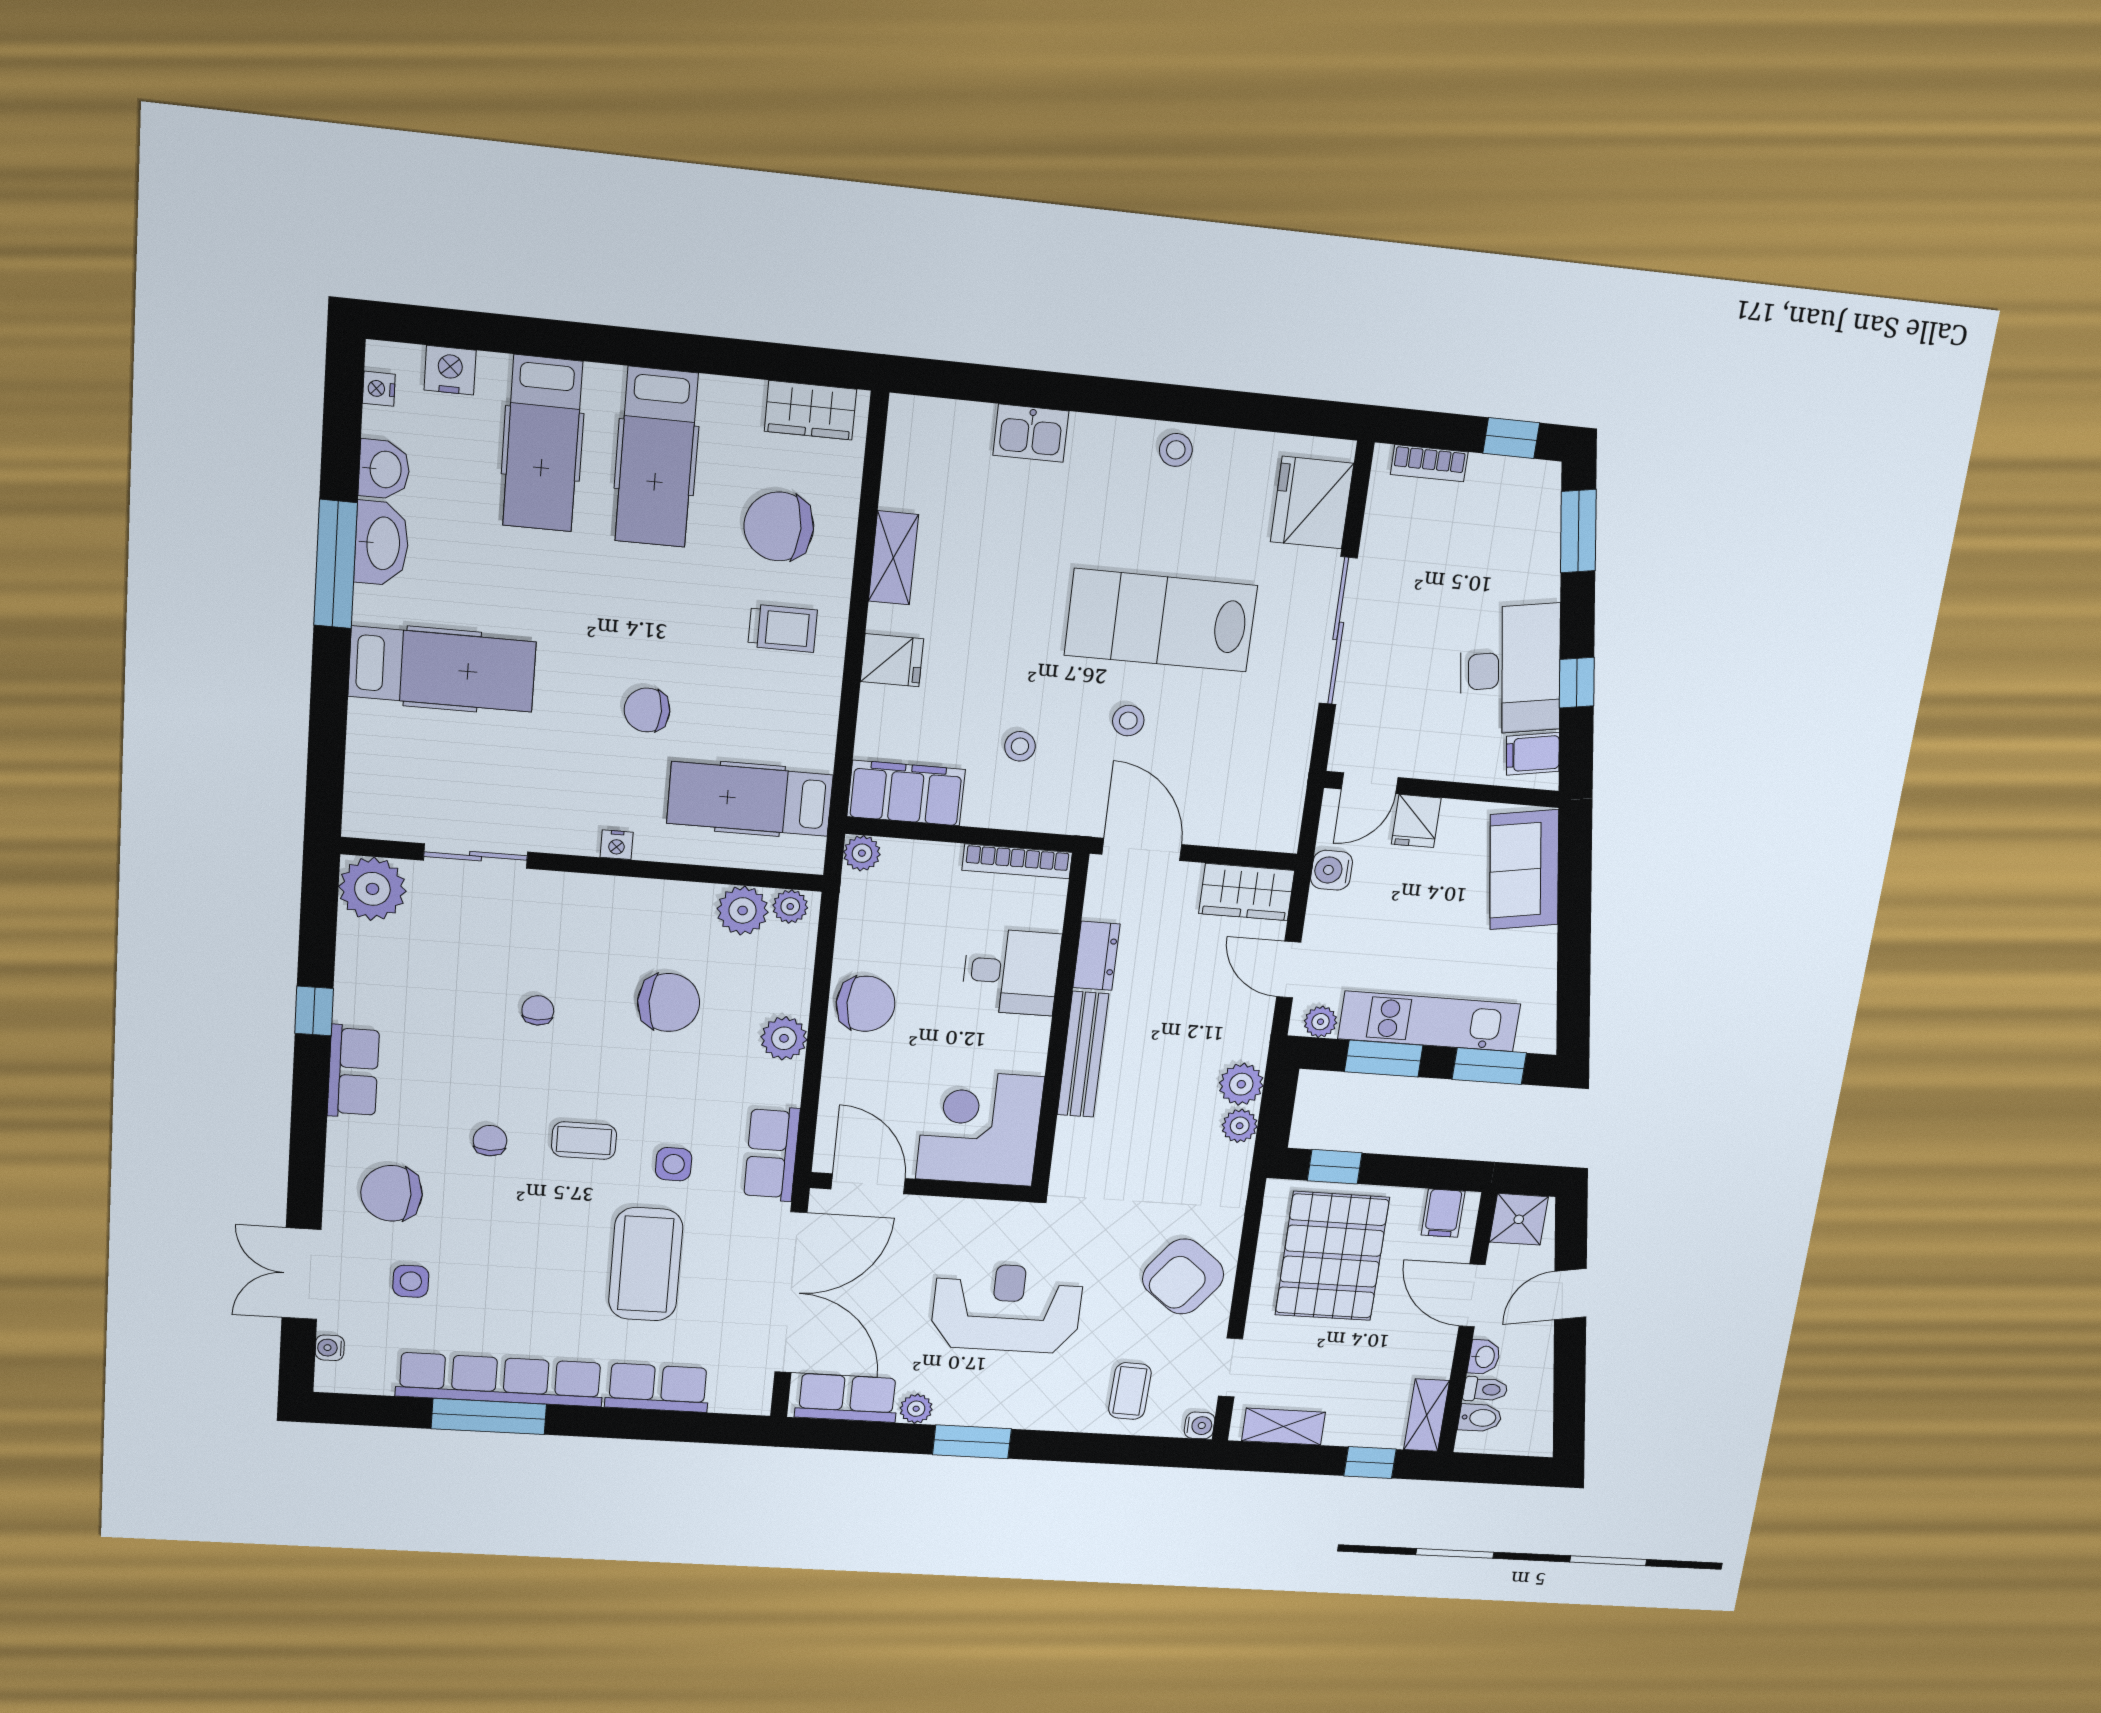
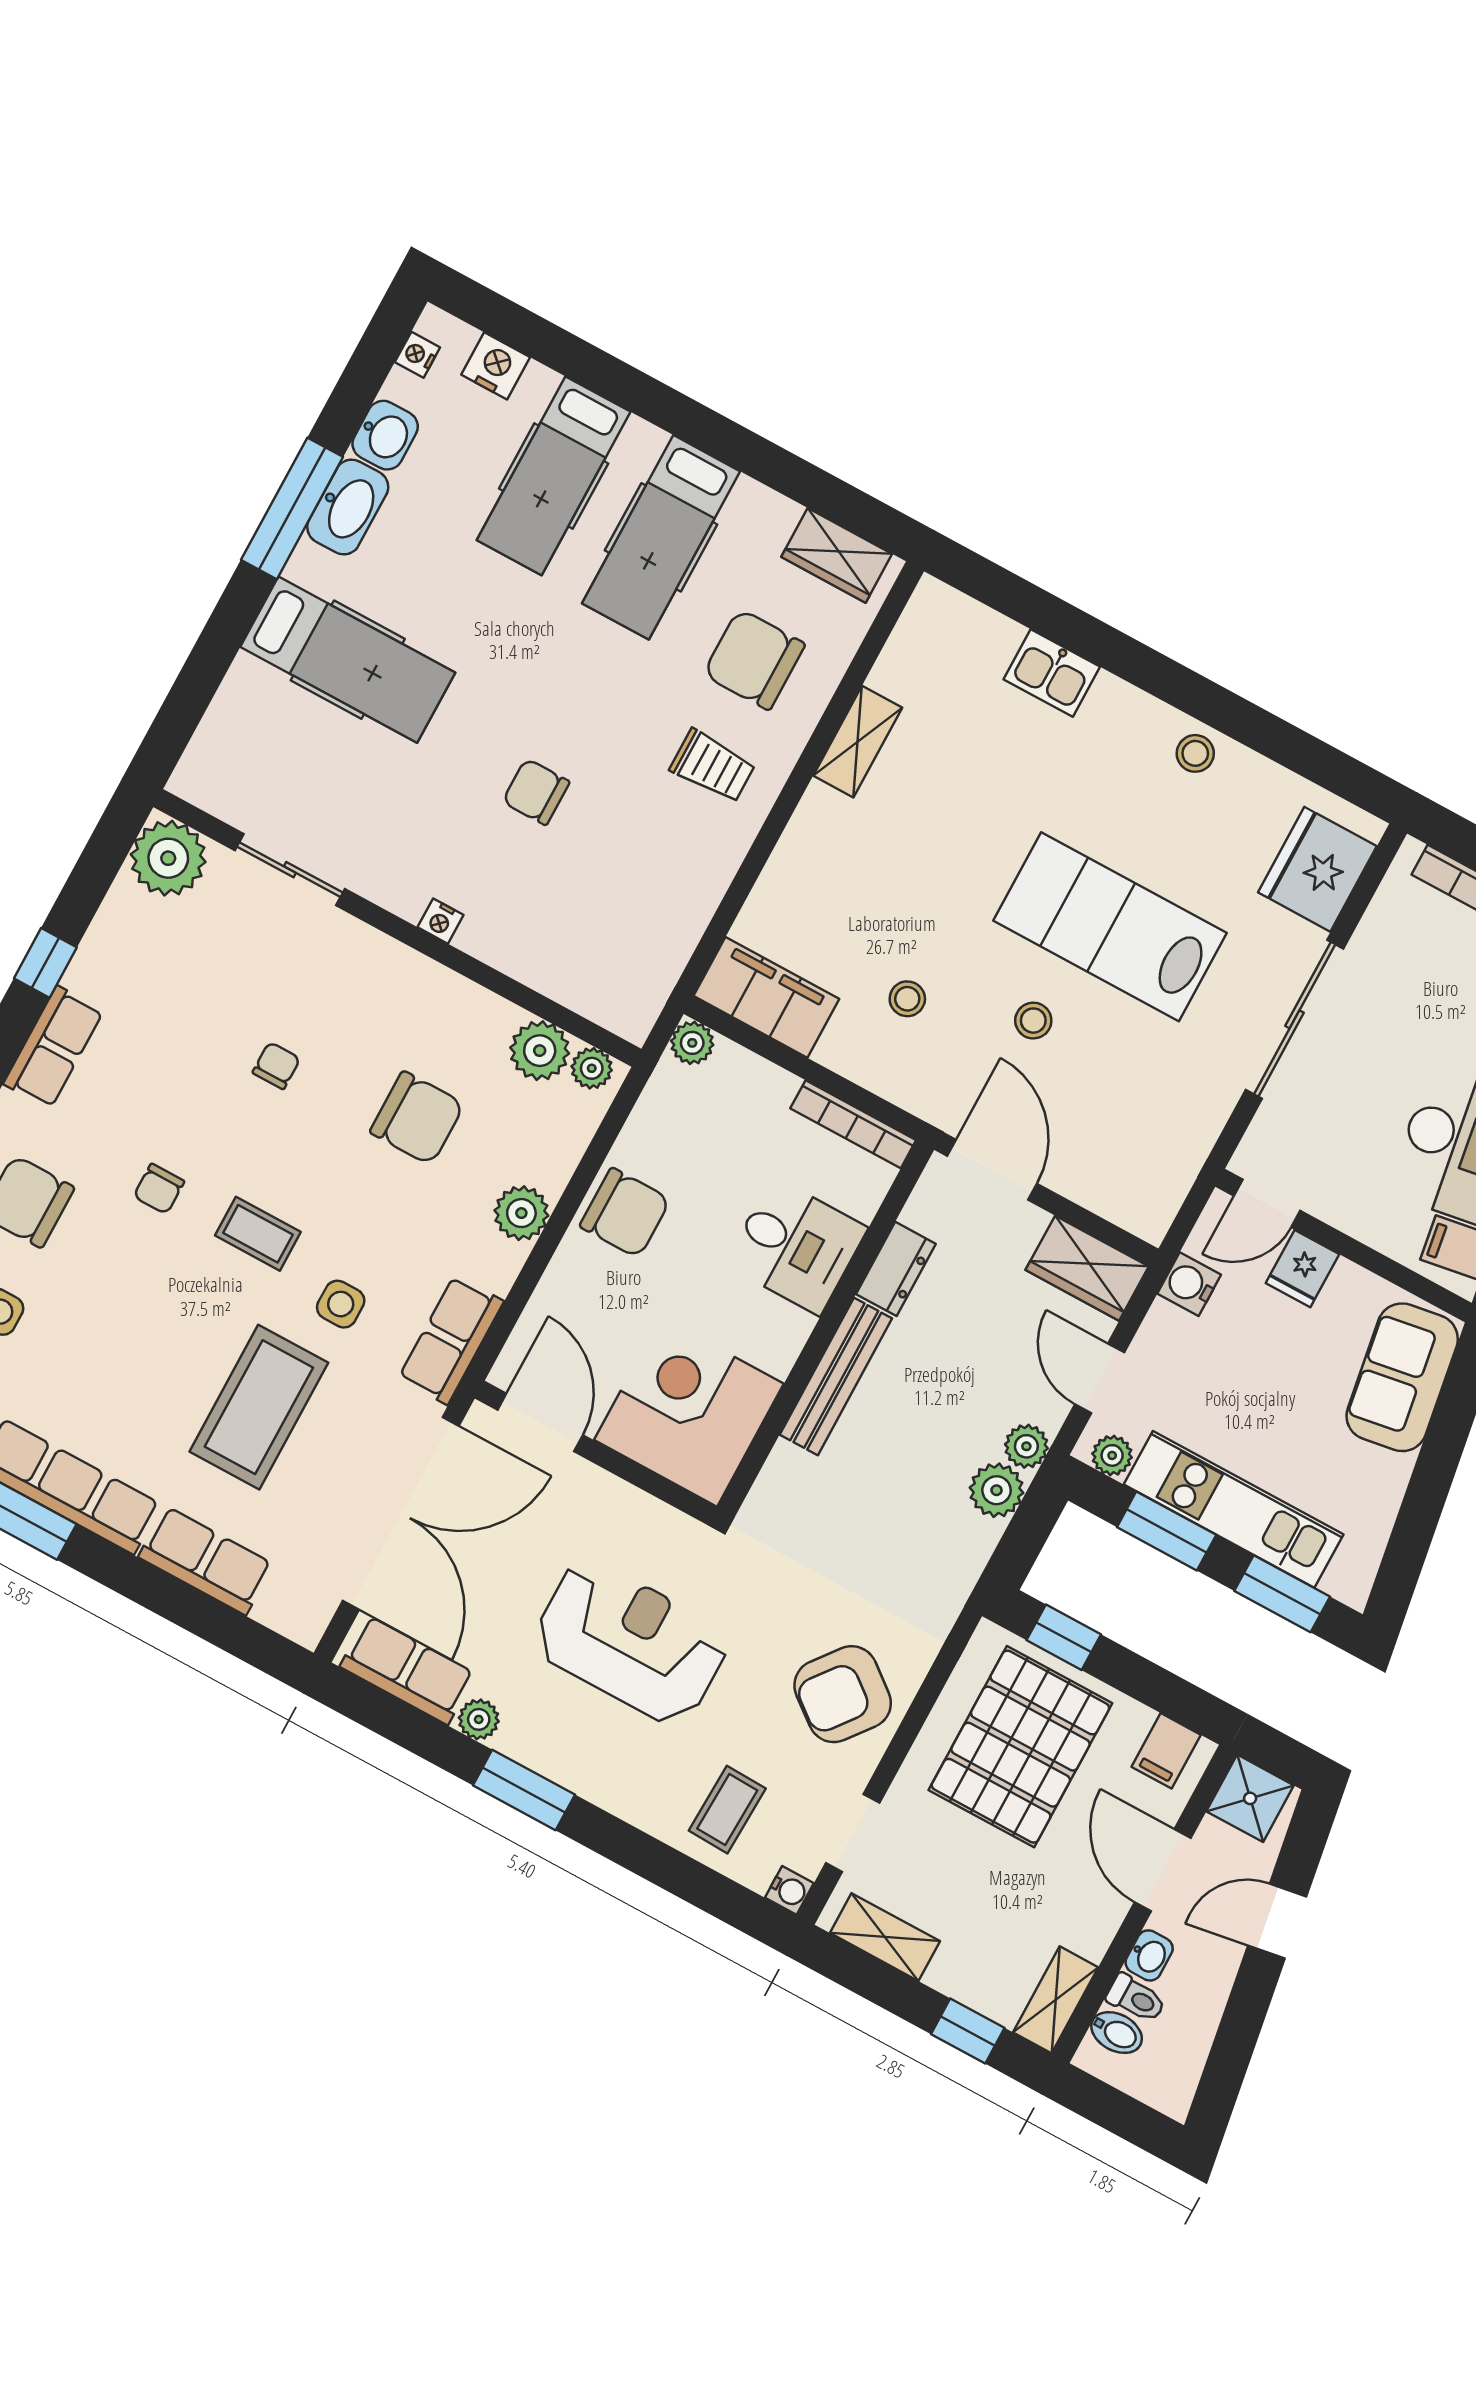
fridge: (892, 660) -> (811, 848), removed
hospital bed: (750, 799) -> (600, 933), removed
plant: (1240, 1126) -> (1026, 1446), moved
chair: (490, 1141) -> (159, 1189), turned 180

